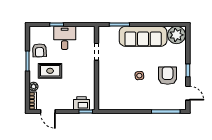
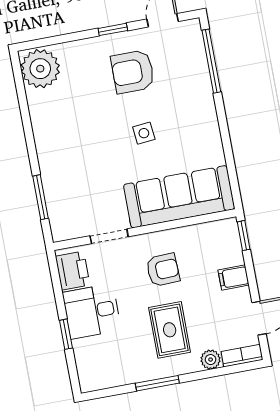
sofa: (143, 36) -> (179, 197), moved, turned -90
armchair: (39, 50) -> (163, 270), moved
printer: (81, 103) -> (73, 271), moved, turned 180
filing cabinet: (68, 104) -> (234, 277), added

